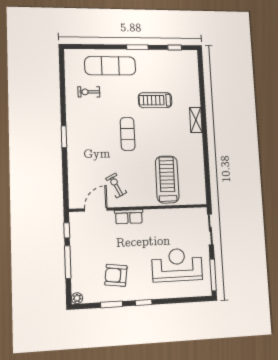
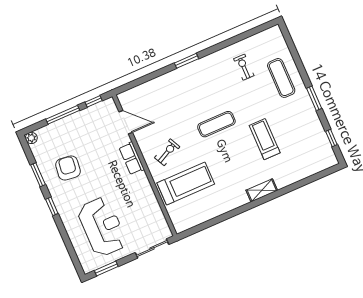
exercise mat: (110, 66) -> (281, 78), width x0.73, depth x0.69
exercise bike: (116, 186) -> (167, 152), moved
window: (213, 275) -> (106, 268), width x0.69

